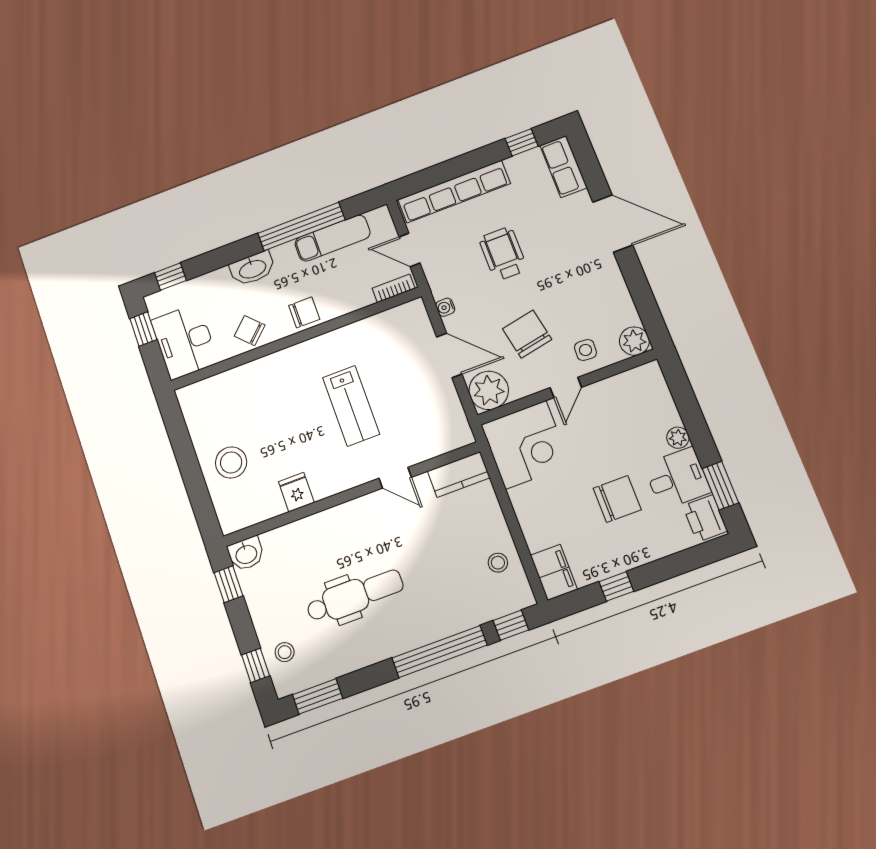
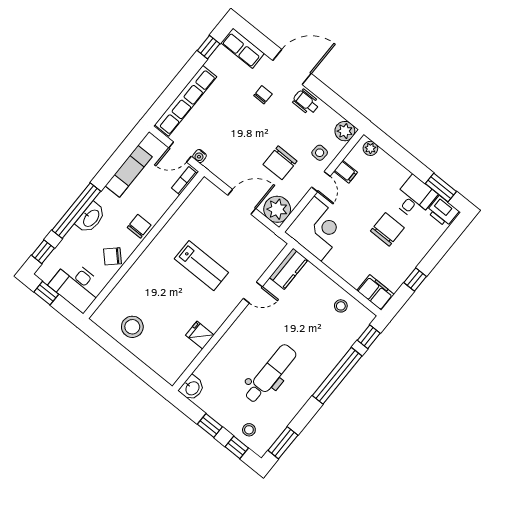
window: (301, 227) -> (76, 211), moved
chair: (555, 237) -> (263, 95), added
wheelchair: (503, 254) -> (306, 102), moved, width x0.73, depth x0.73
water cooler: (445, 307) -> (200, 156), moved
chair: (527, 334) -> (280, 163), turned -79
filing cabinet: (605, 393) -> (346, 172), added
plant: (678, 438) -> (370, 148), moved
stool: (231, 462) -> (132, 327), moved
window: (228, 584) -> (210, 425), moved

